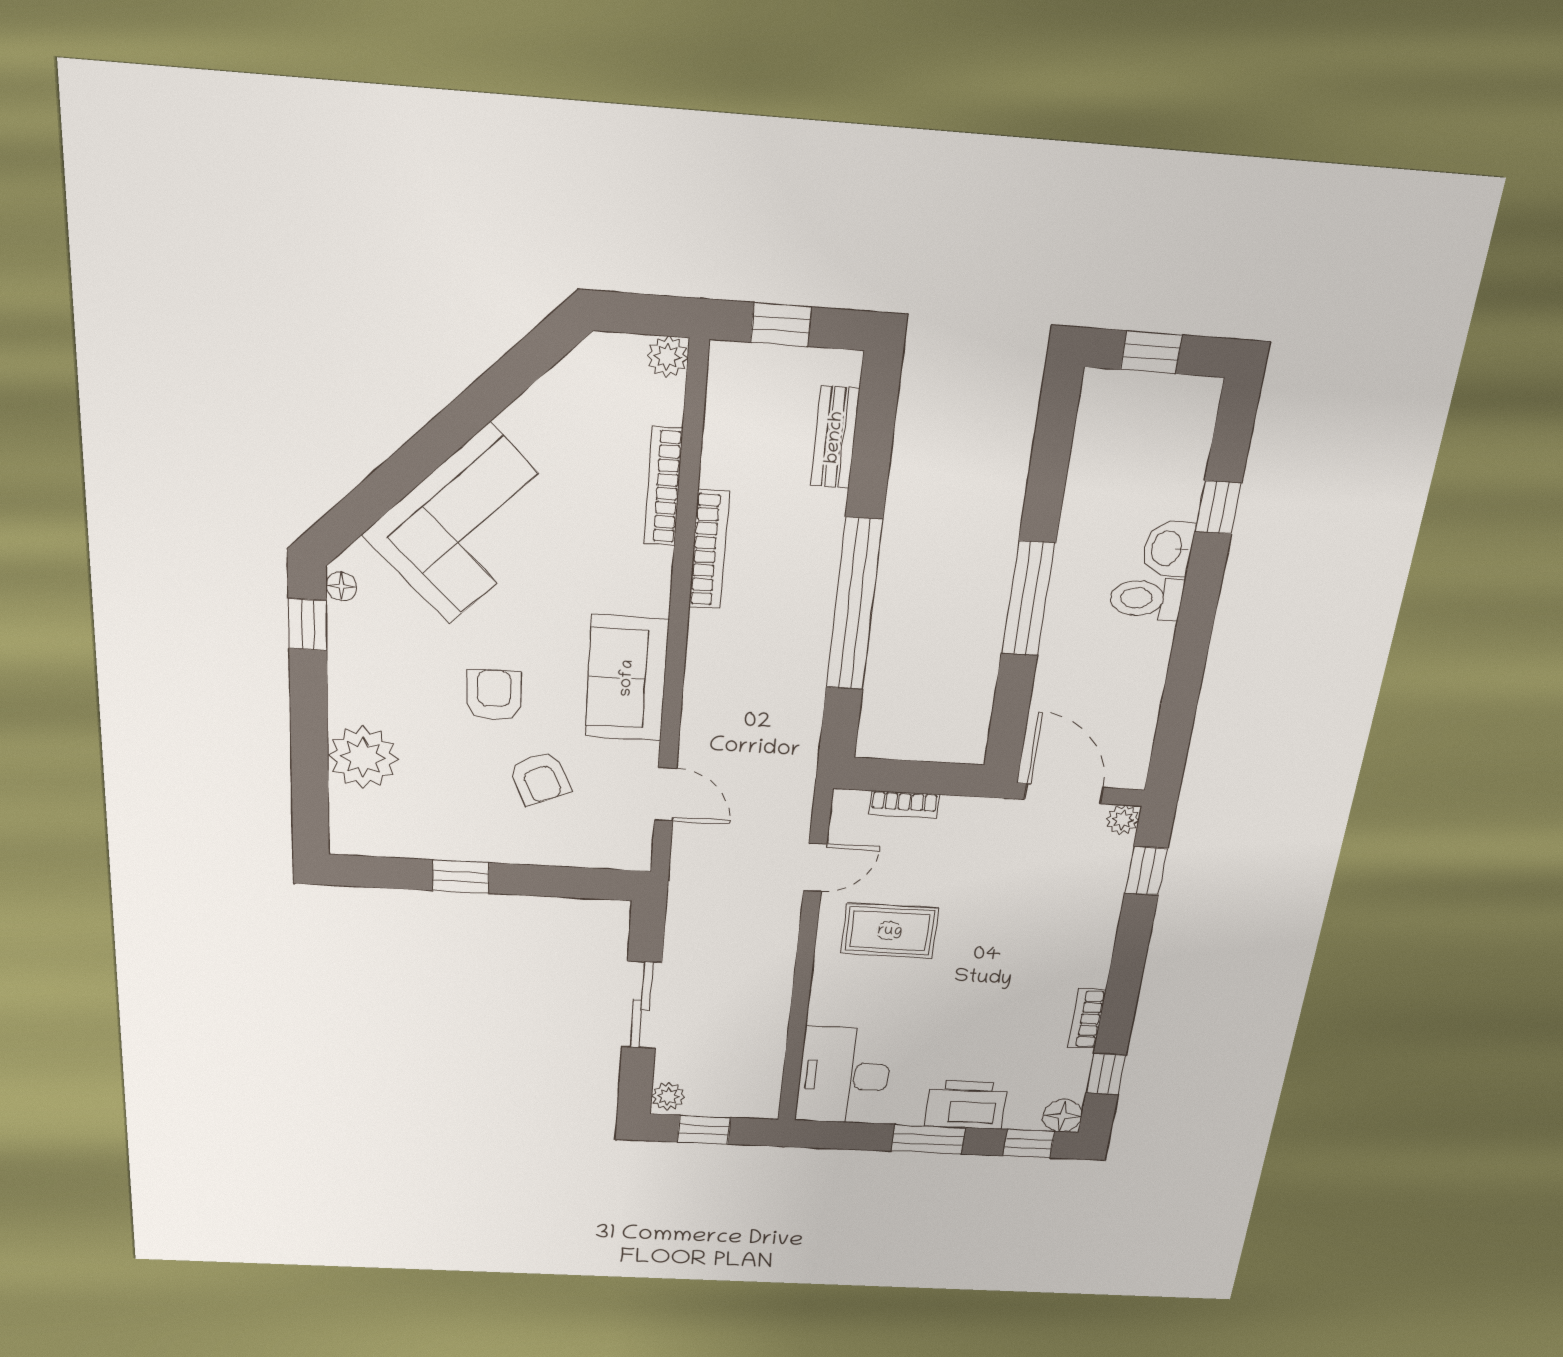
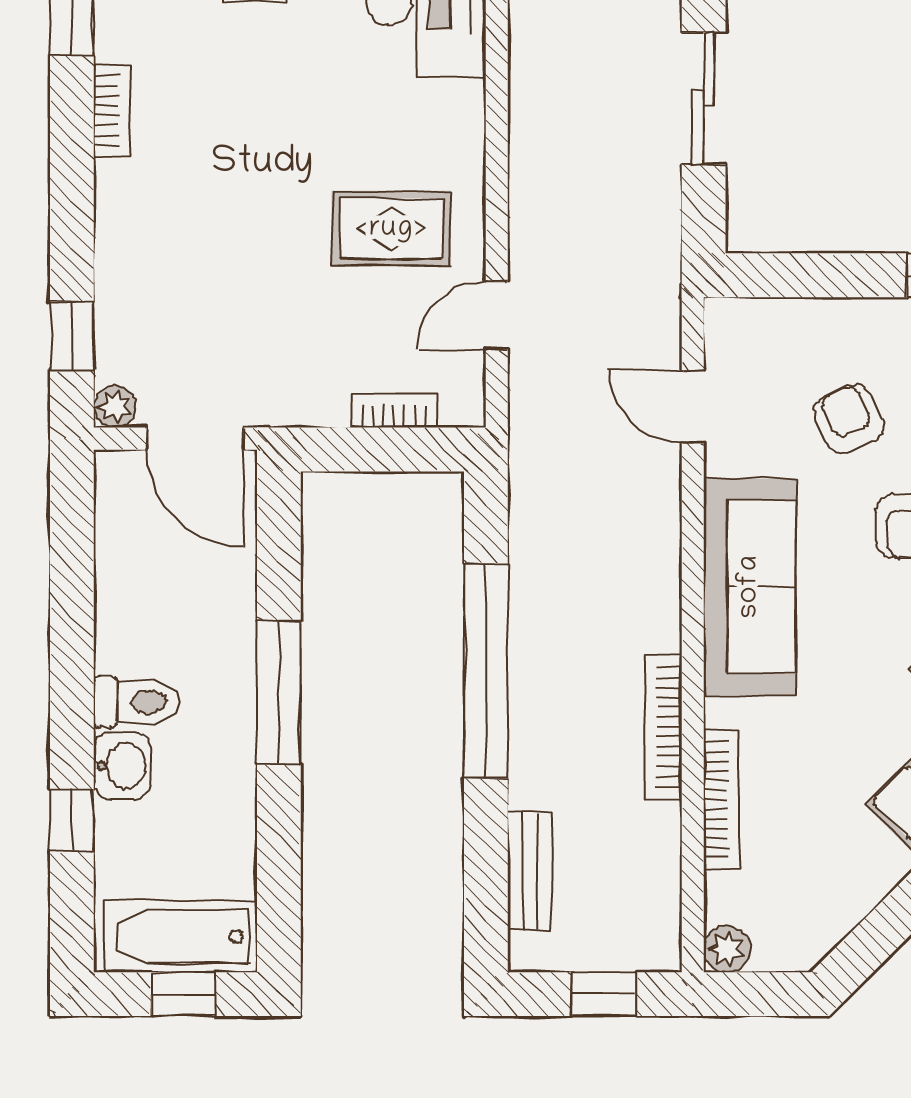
bathtub: (1144, 403) -> (181, 937), added
sofa: (627, 678) -> (750, 587), width x1.36

